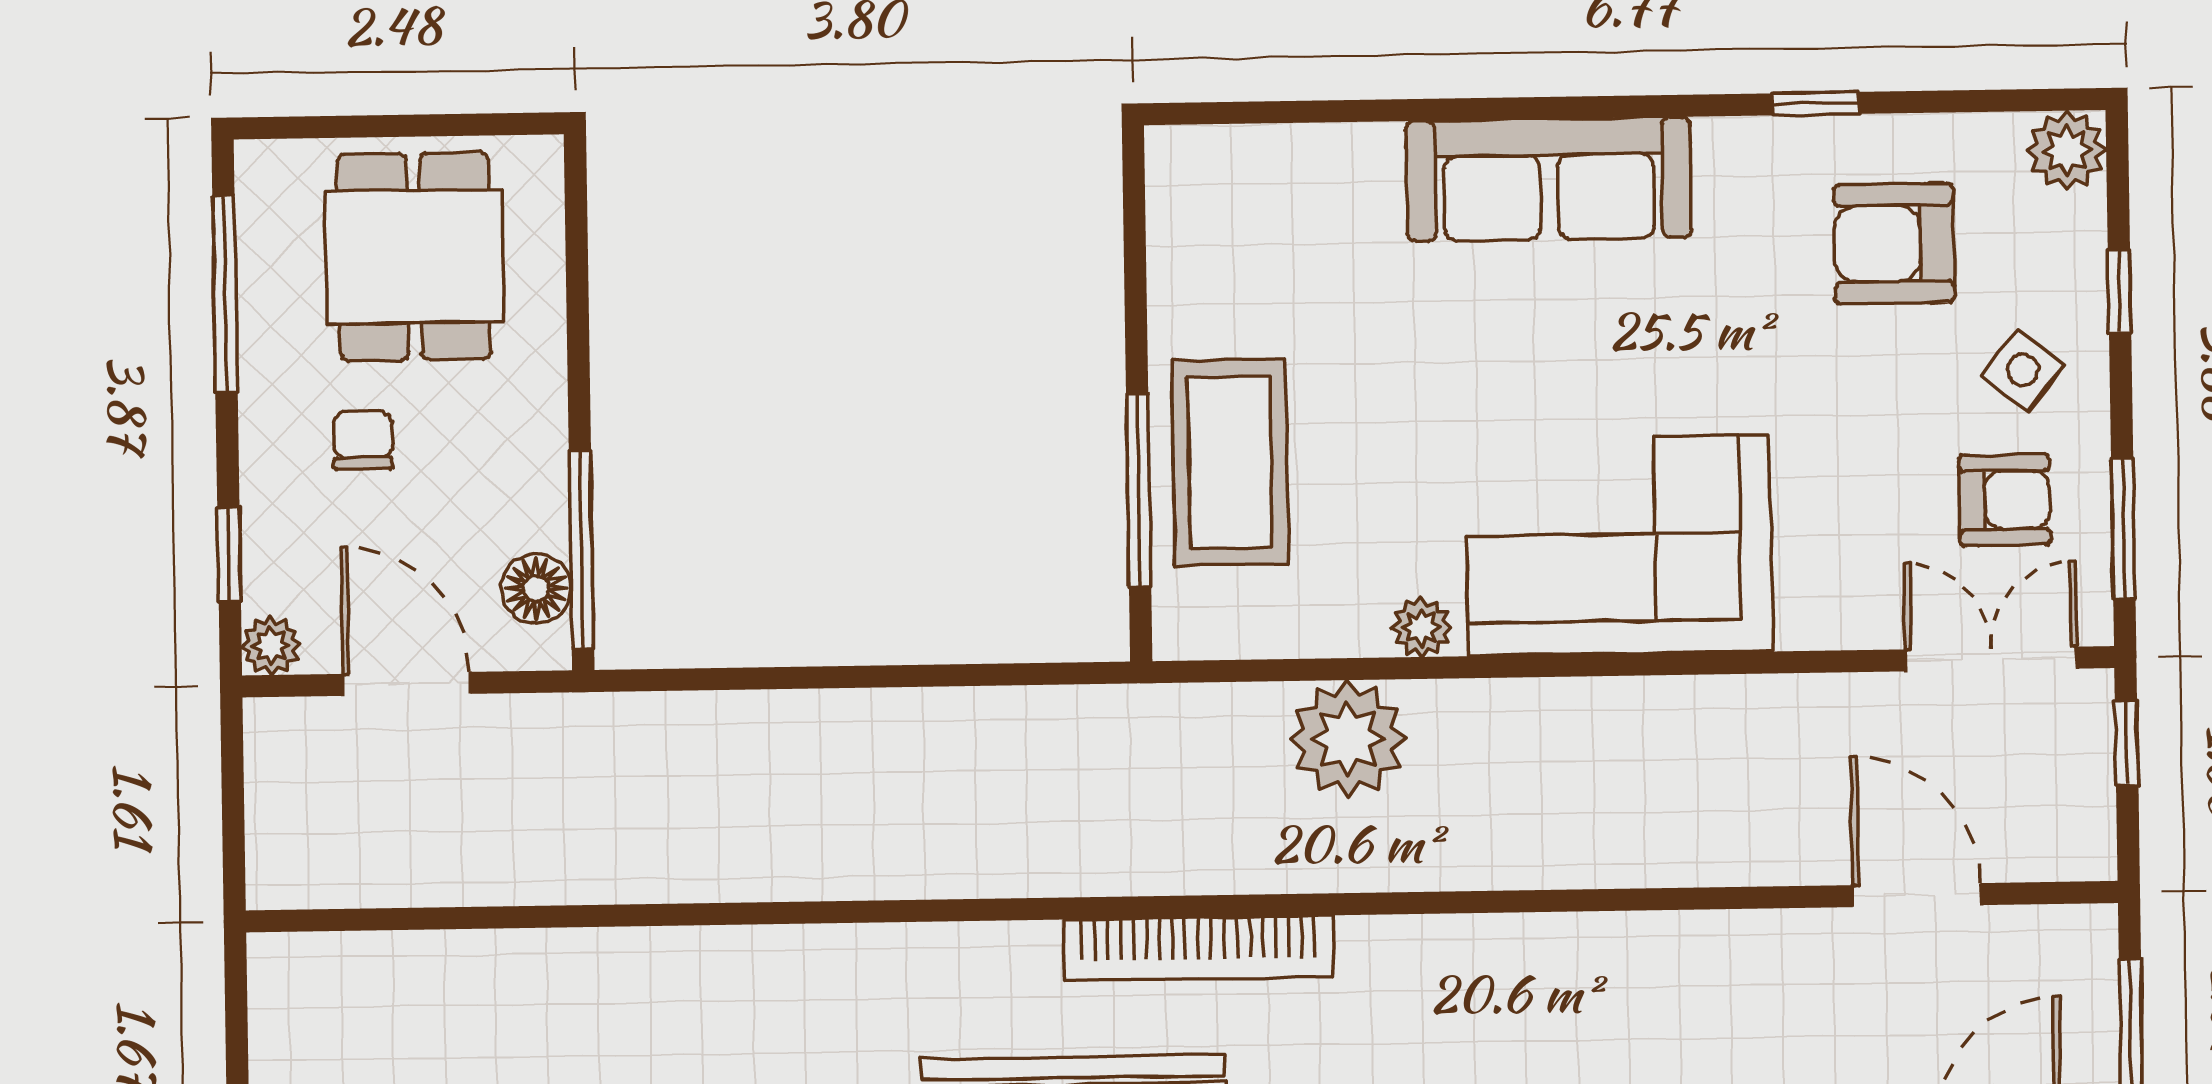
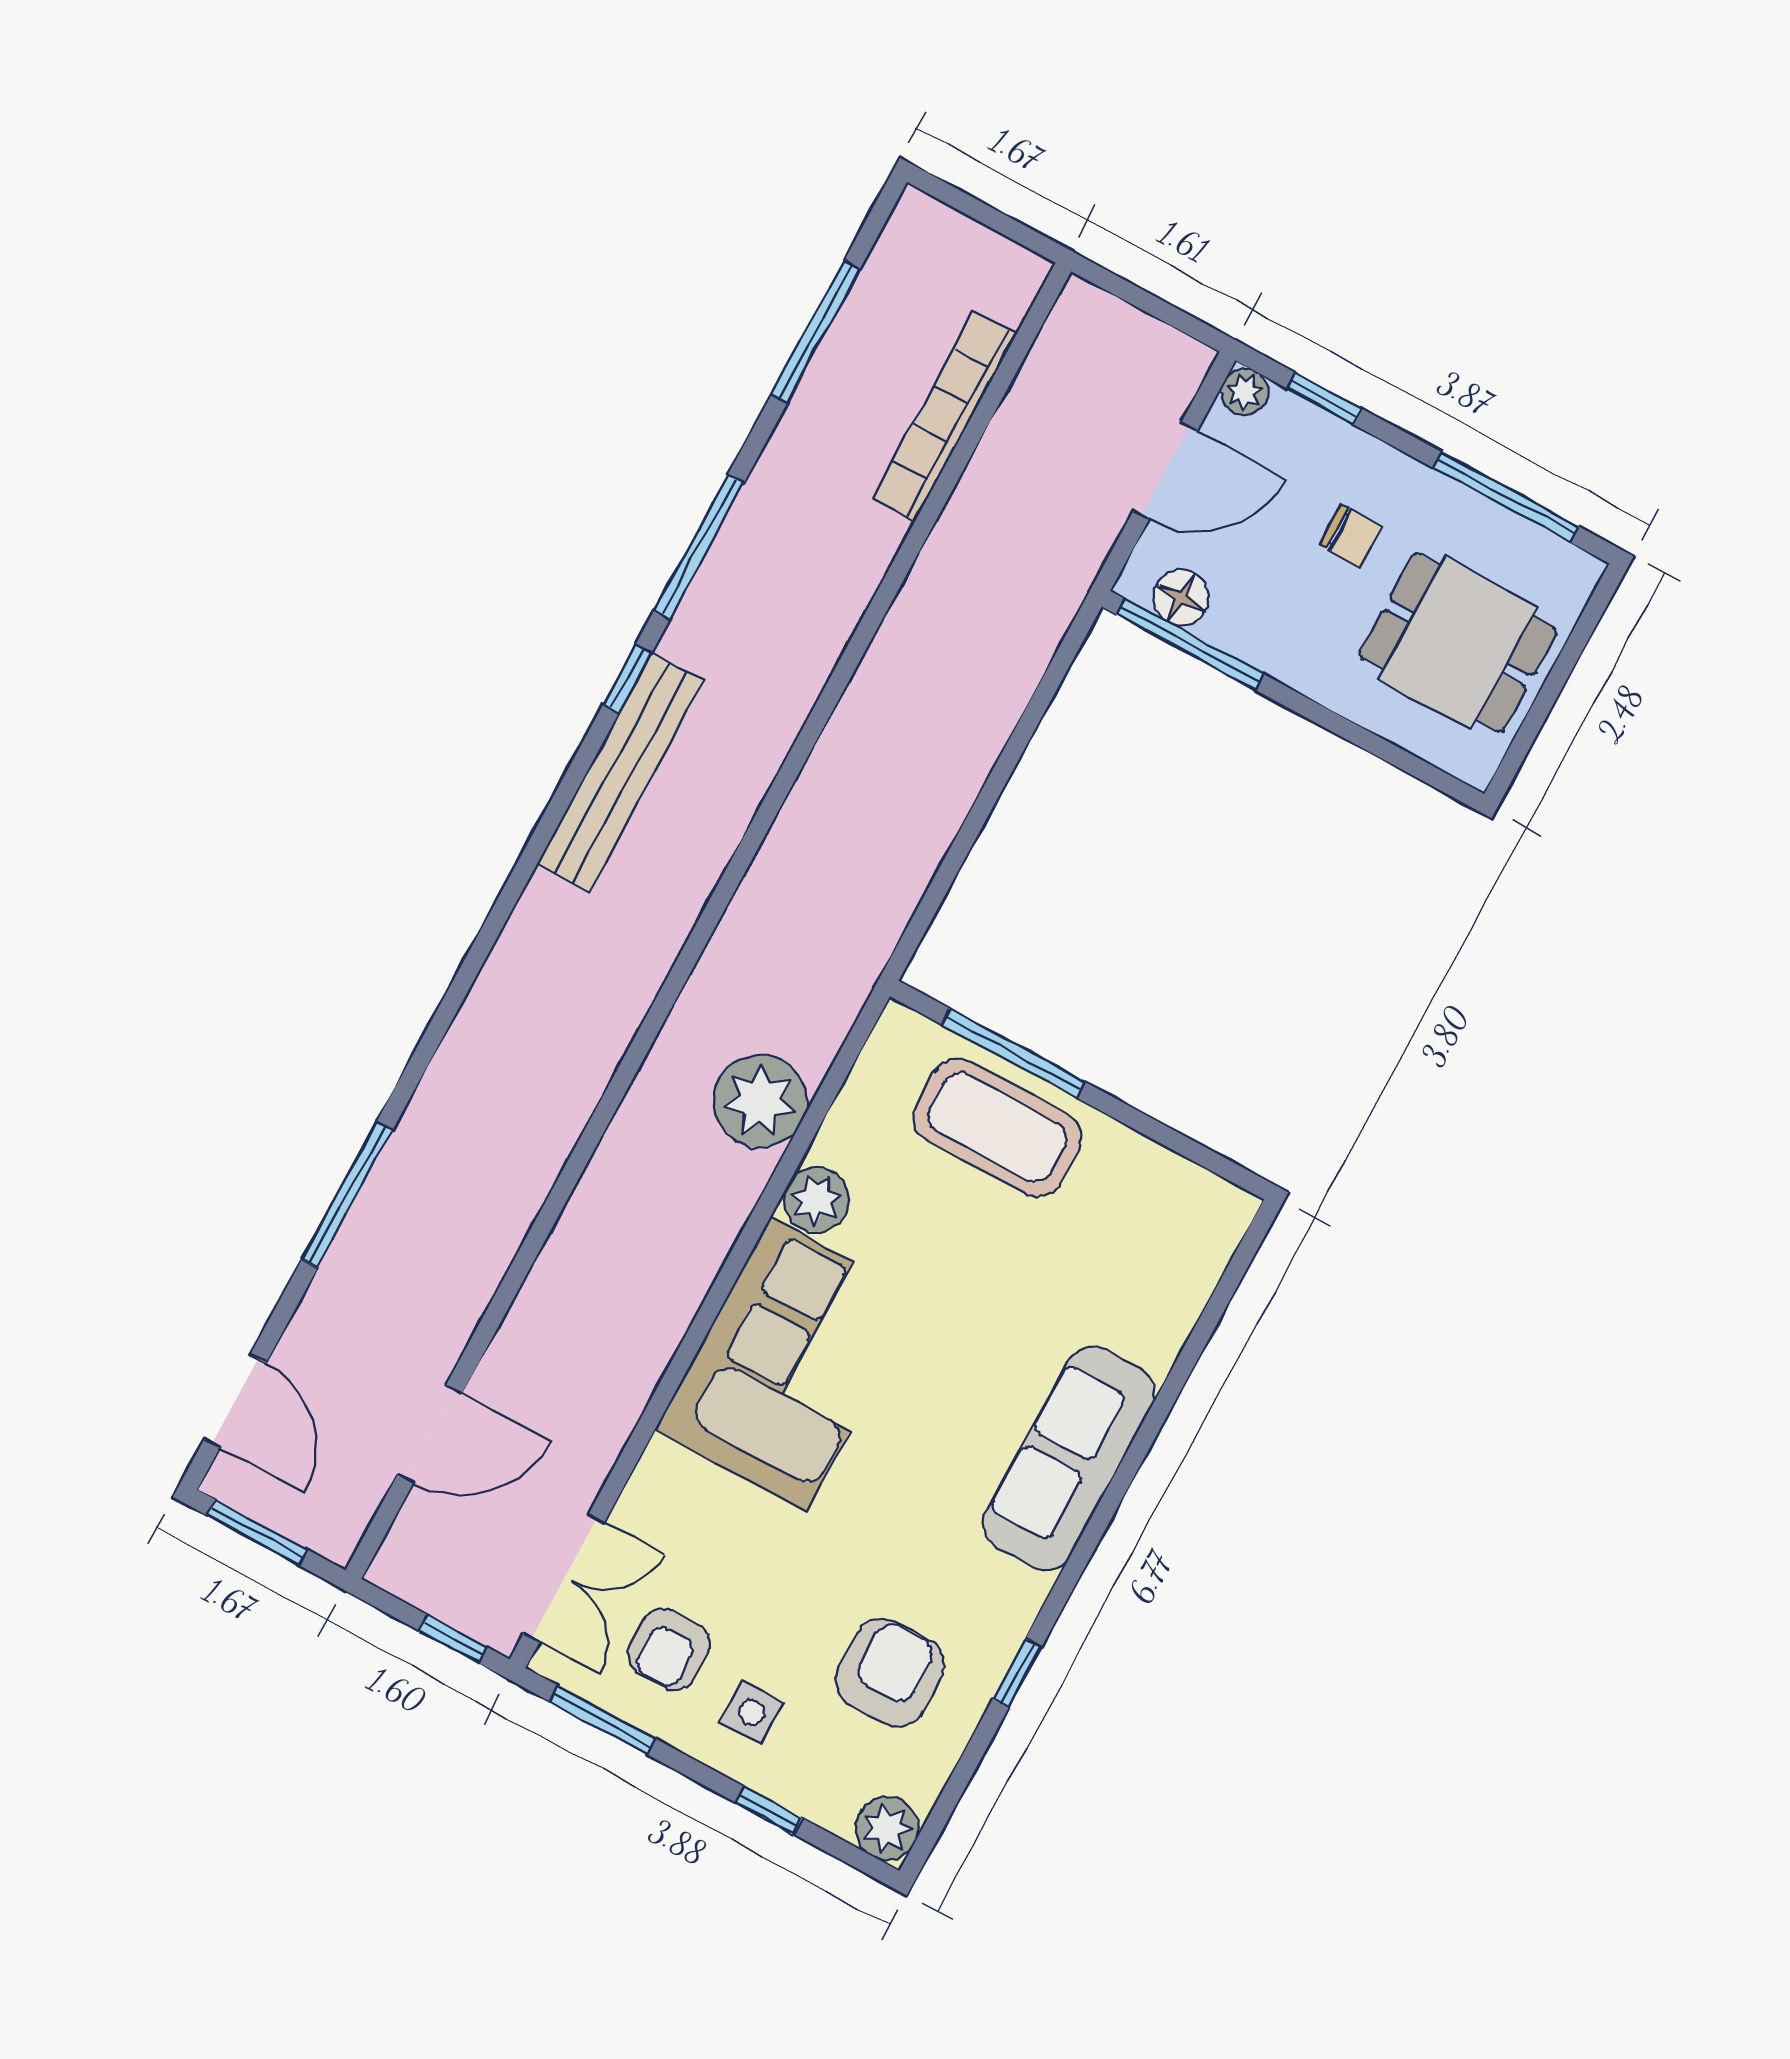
side table: (2023, 370) -> (752, 1713), turned -38
plant: (1421, 627) -> (816, 1200), width x1.38, depth x1.38
bookcase: (1198, 948) -> (945, 416), moved

